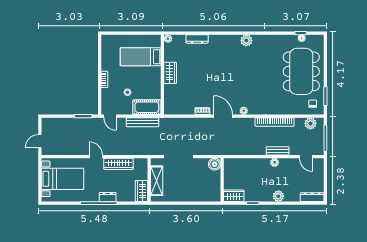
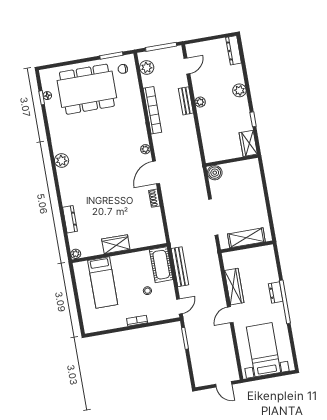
wardrobe: (141, 191) -> (262, 254), removed

